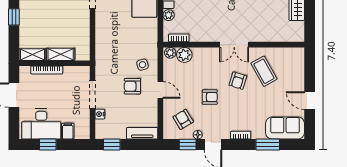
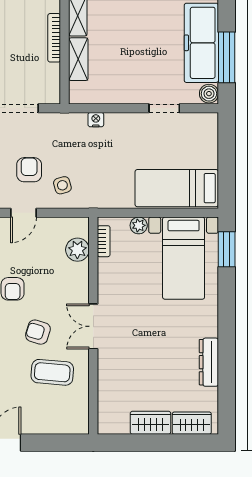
nightstand: (100, 43) -> (96, 120), added
plant: (170, 53) -> (81, 228), removed
coffee table: (264, 71) -> (52, 372), turned 34

